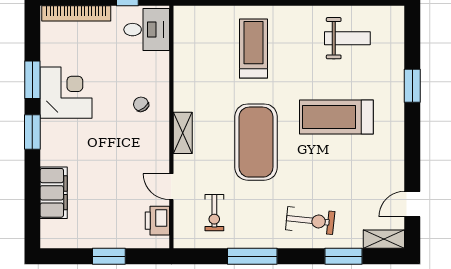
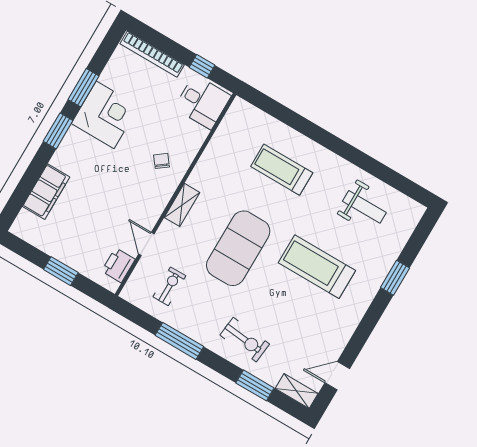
treadmill: (253, 49) -> (282, 170), turned -90
exercise bike: (214, 213) -> (169, 286), turned 180

